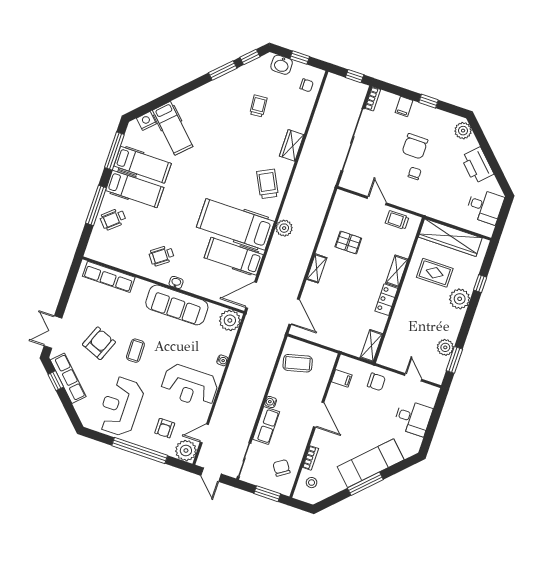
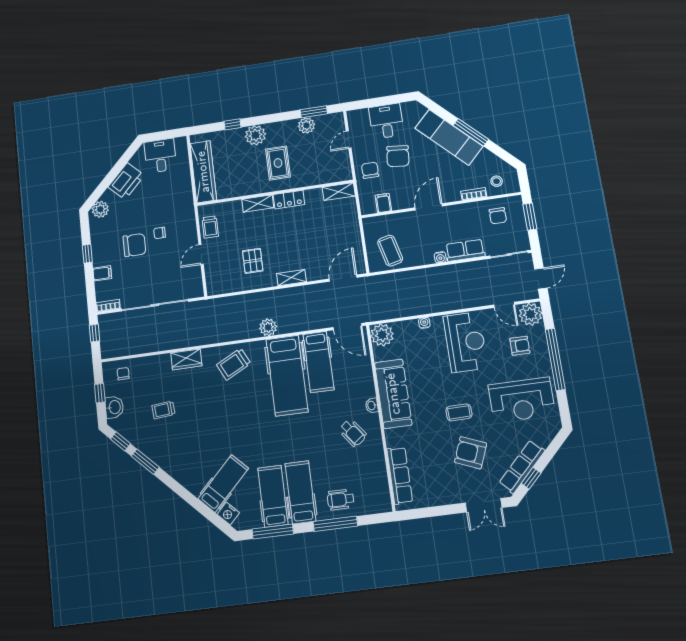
wheelchair: (113, 219) -> (341, 500), turned 131
rug: (435, 273) -> (278, 163), moved
chair: (376, 412) -> (398, 156), added
chair: (281, 468) -> (498, 216), turned -56

